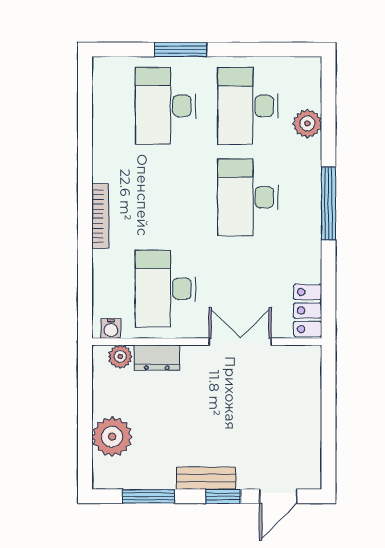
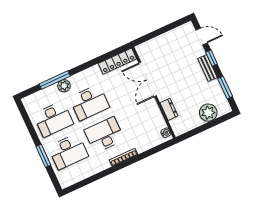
plant: (307, 123) -> (64, 86), moved
window: (329, 204) -> (55, 80), moved
desk: (166, 289) -> (104, 135), moved, turned 180
locker: (308, 310) -> (117, 61), width x1.53
double door: (240, 342) -> (148, 79), width x1.37
plant: (120, 357) -> (175, 124), removed

